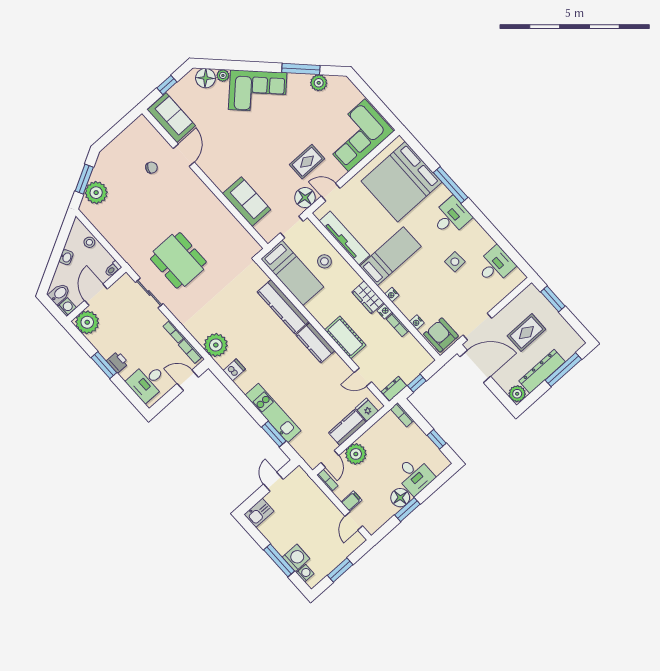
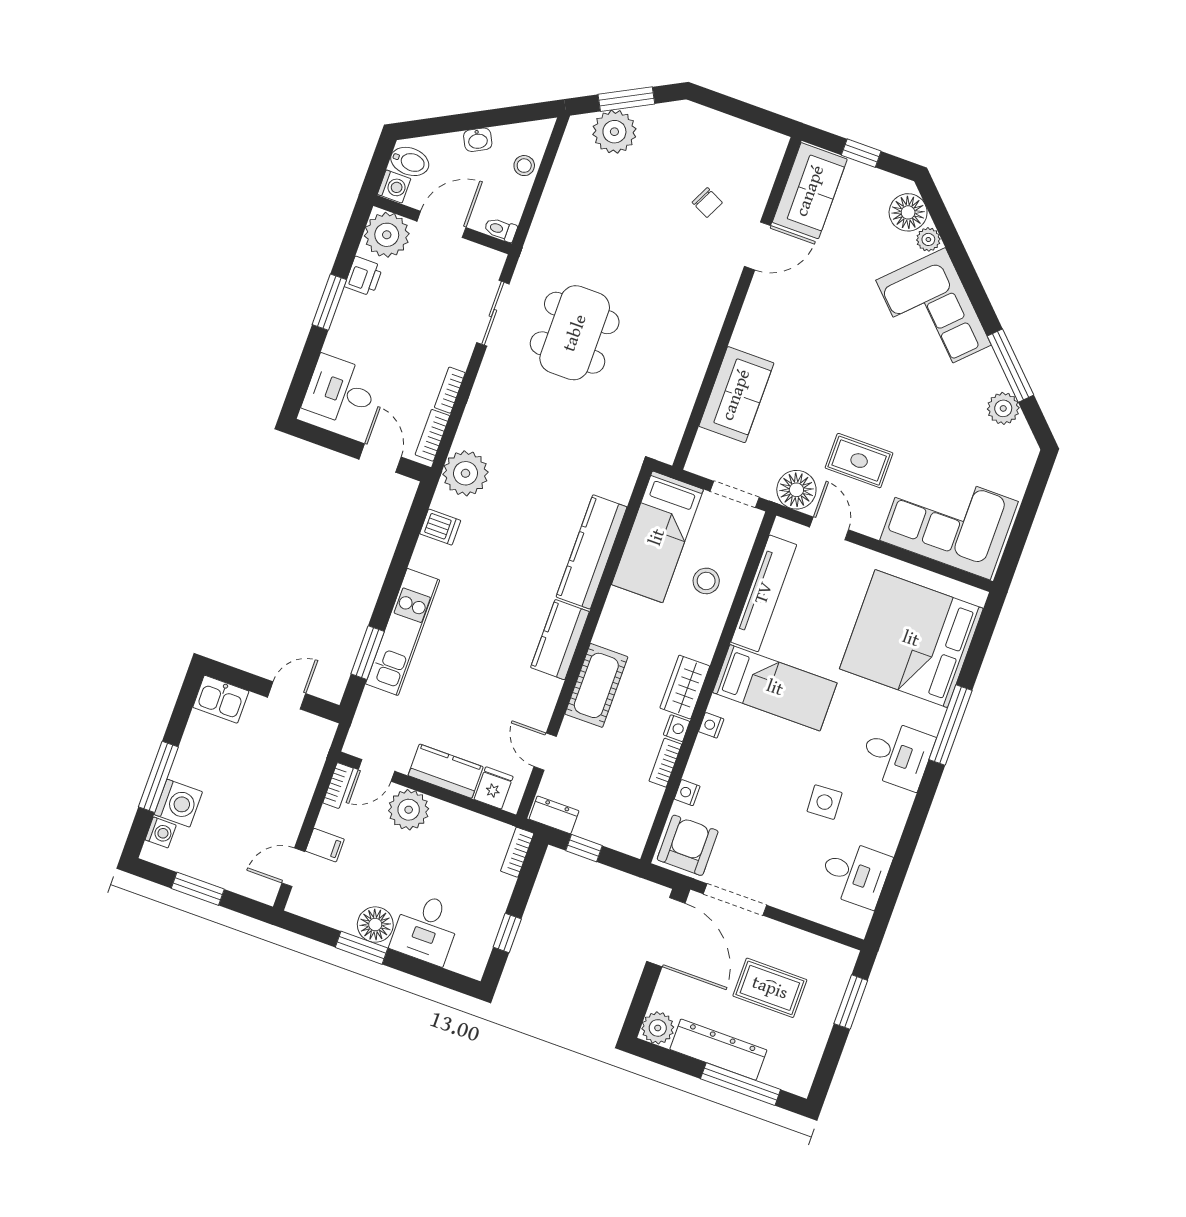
printer: (118, 362) -> (364, 276), moved

